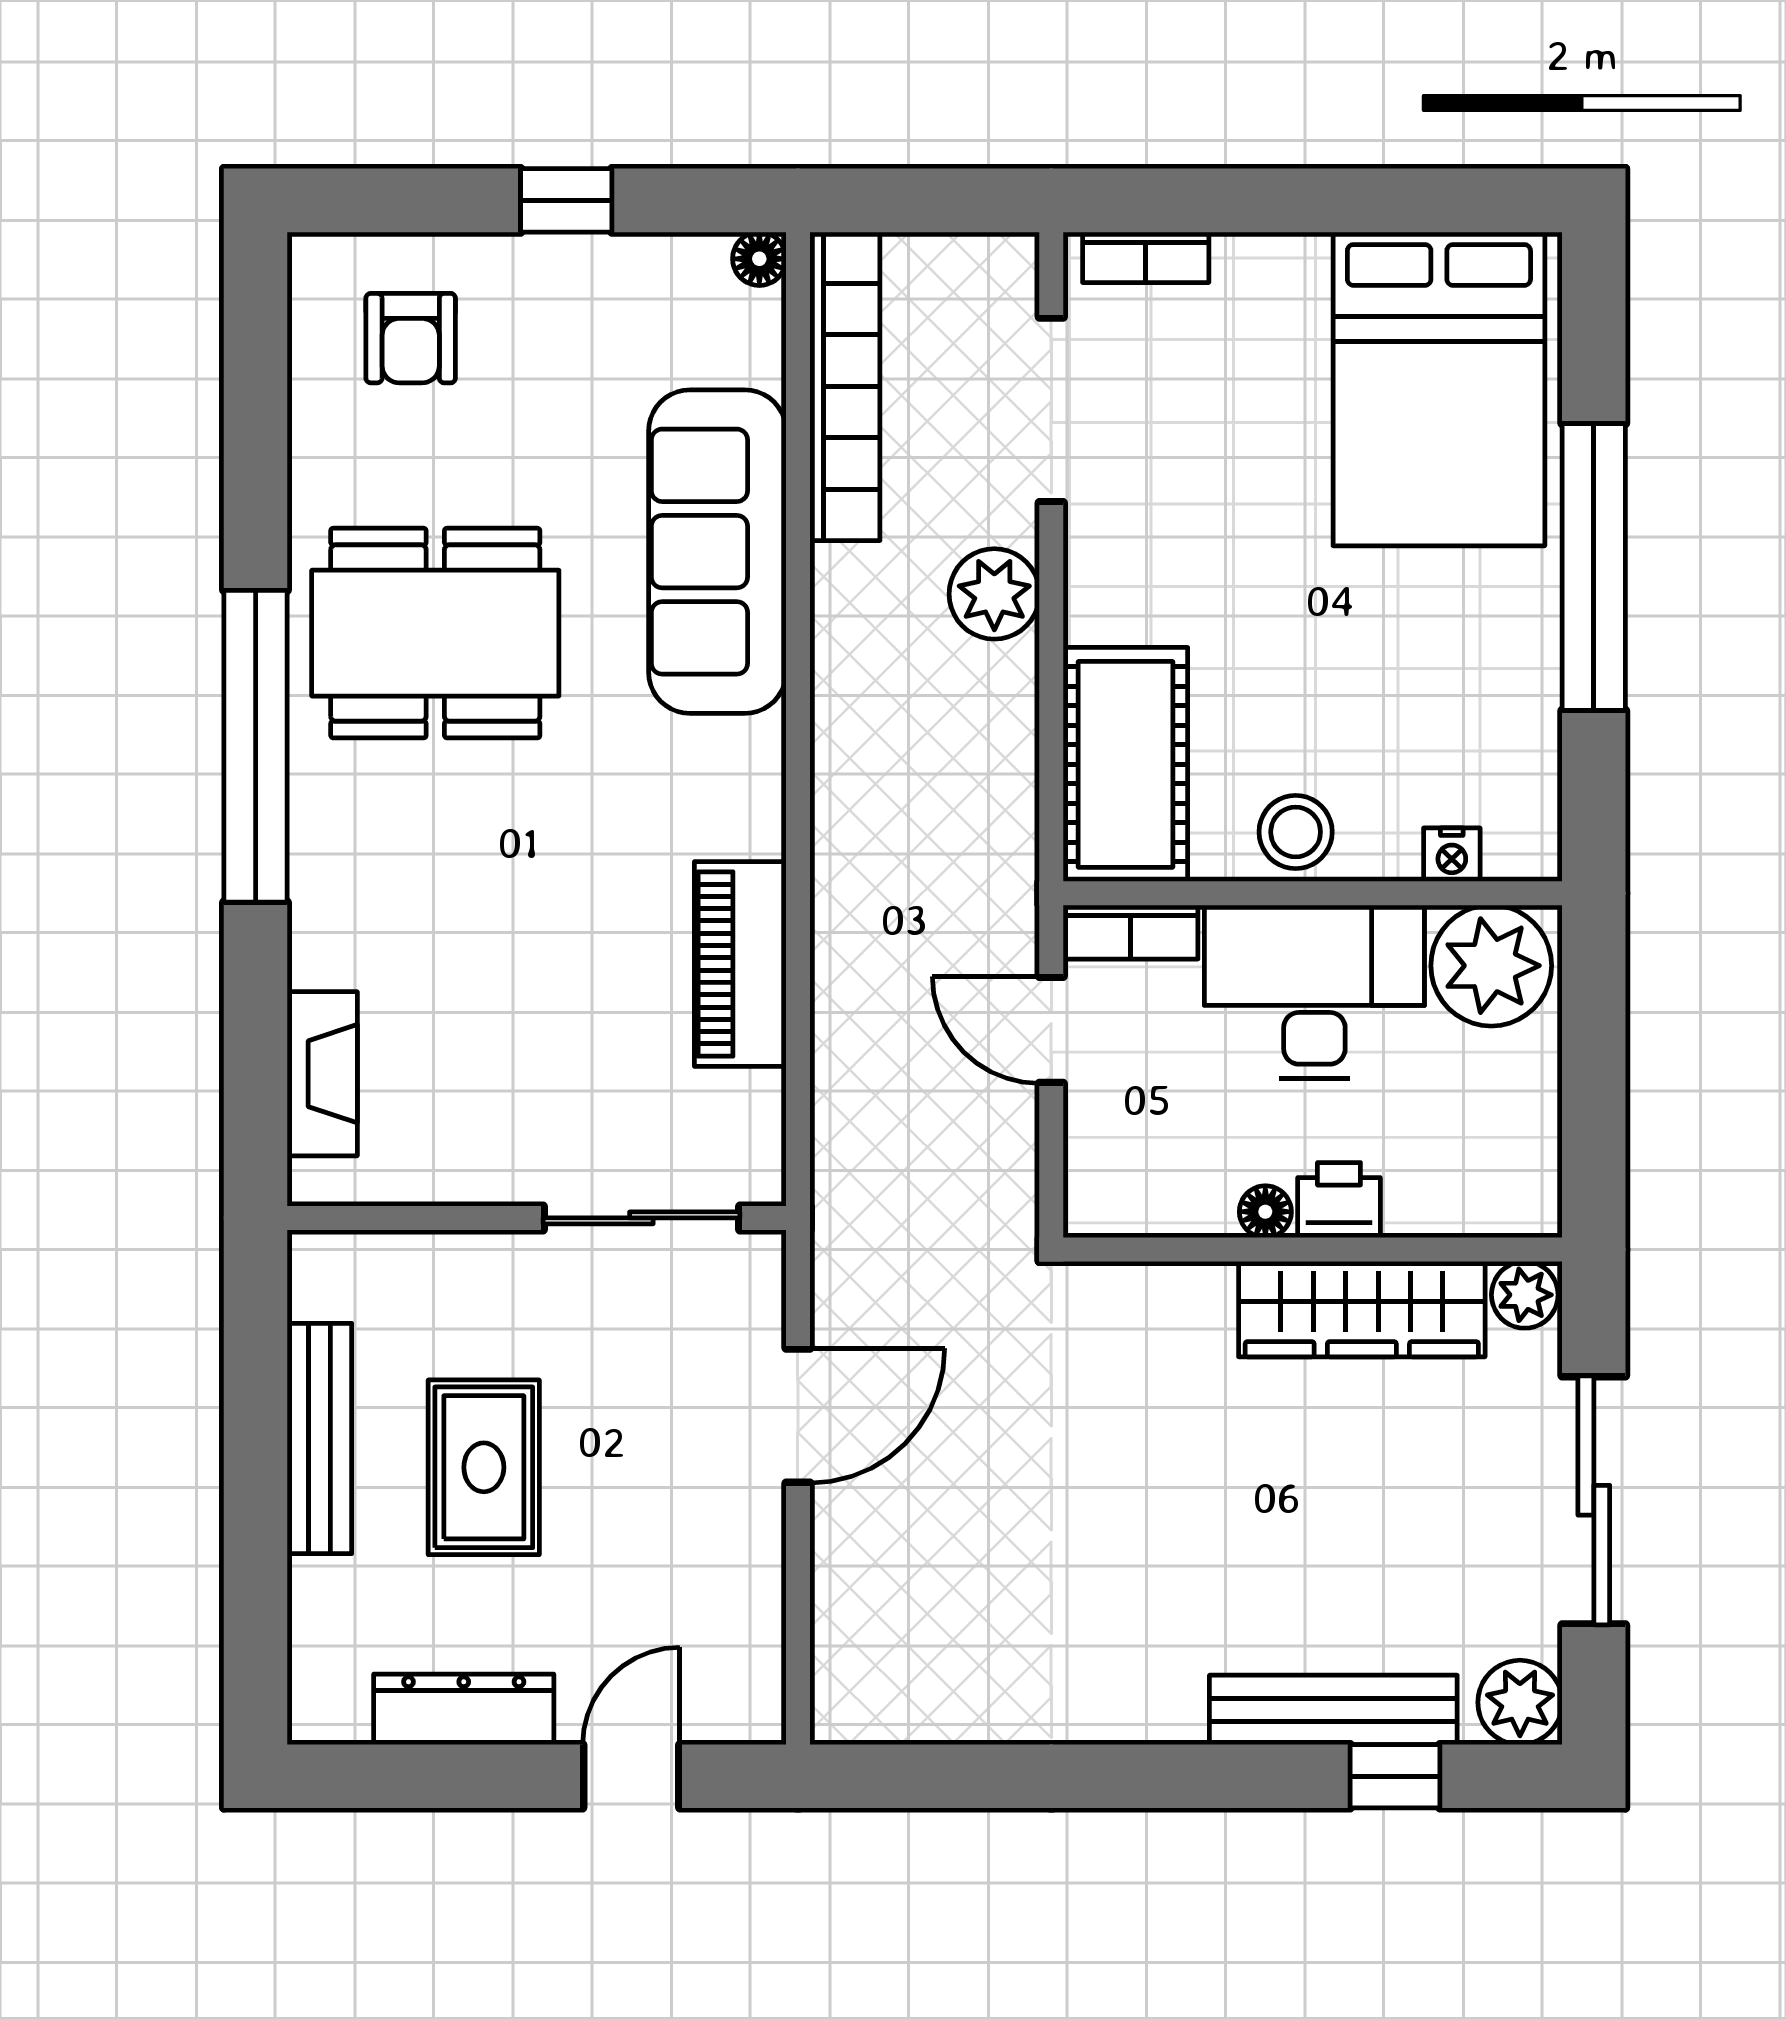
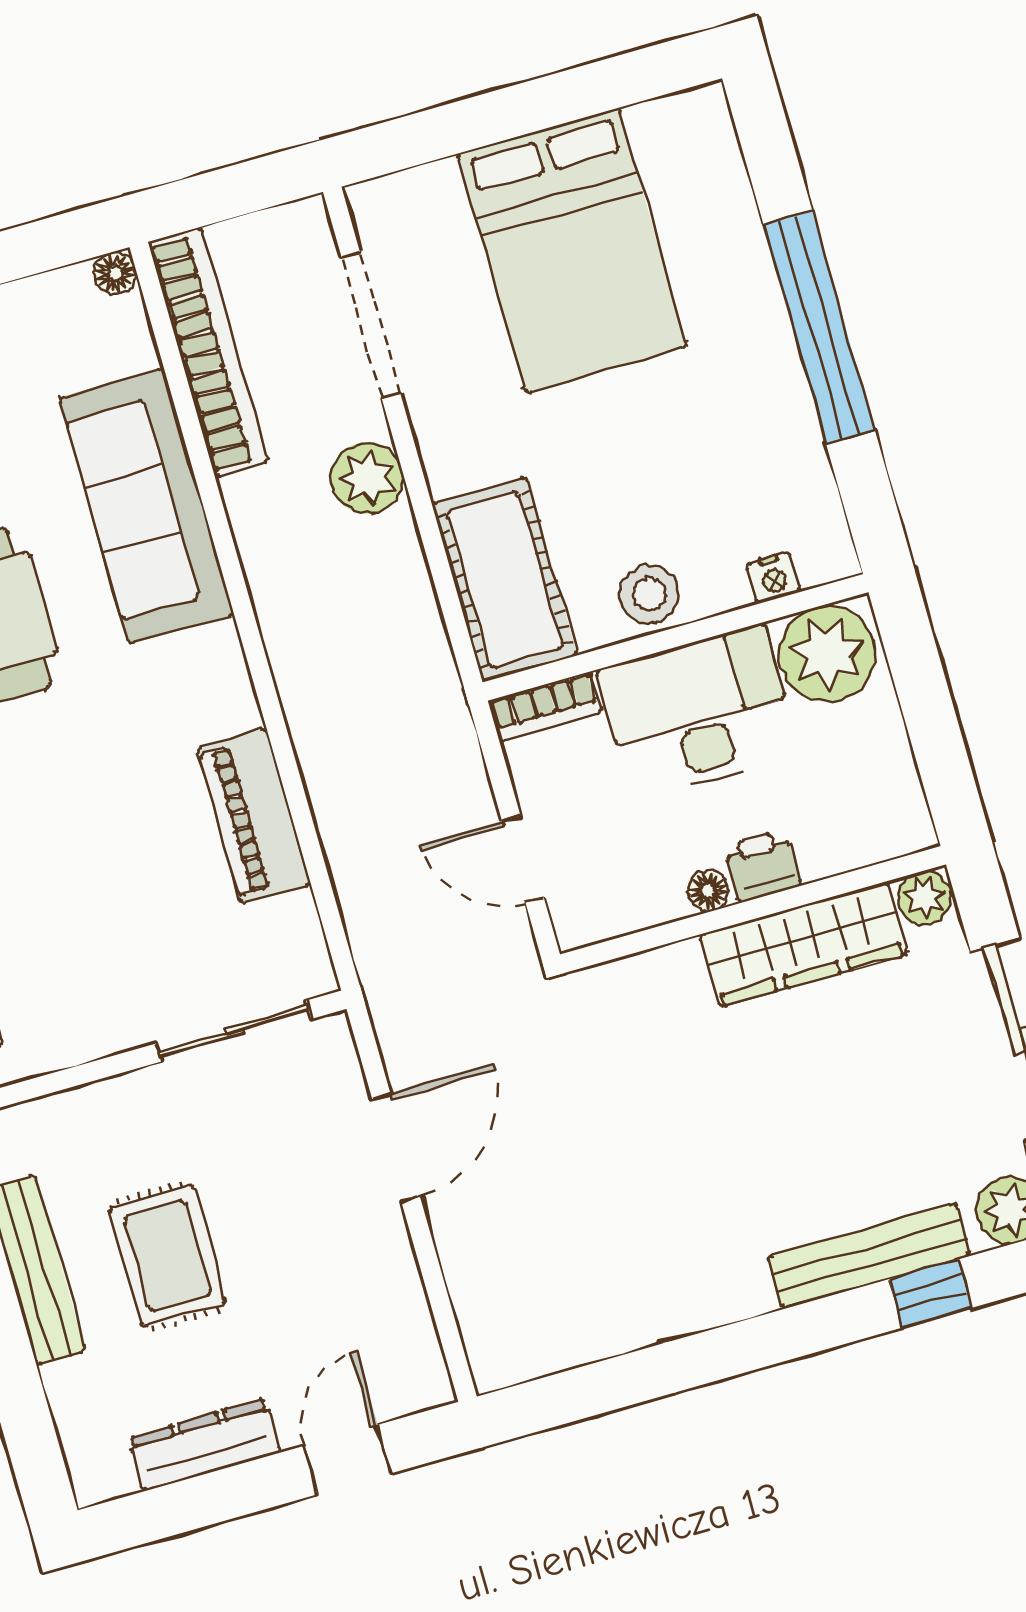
bookcase: (1146, 257) -> (410, 188), removed
bed: (1439, 389) -> (572, 250), moved
door: (1051, 1030) -> (523, 859), moved

